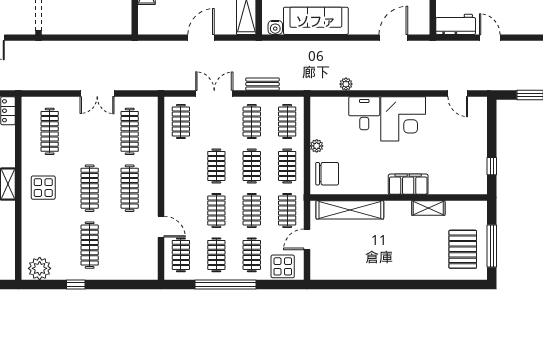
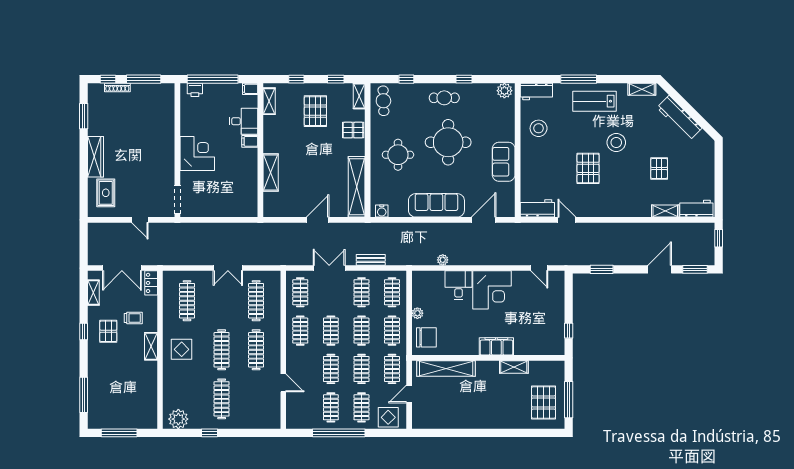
sofa: (316, 21) -> (436, 205), moved
clothes rail: (181, 255) -> (300, 331), moved

